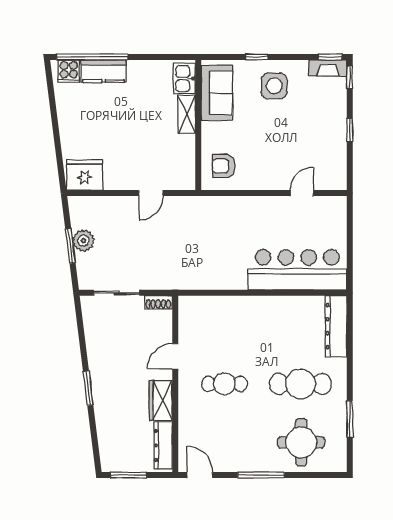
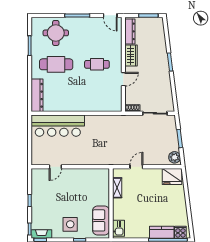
shelving: (187, 114) -> (117, 188), moved
armchair: (224, 166) -> (97, 181), removed
plant: (83, 241) -> (175, 157), moved

